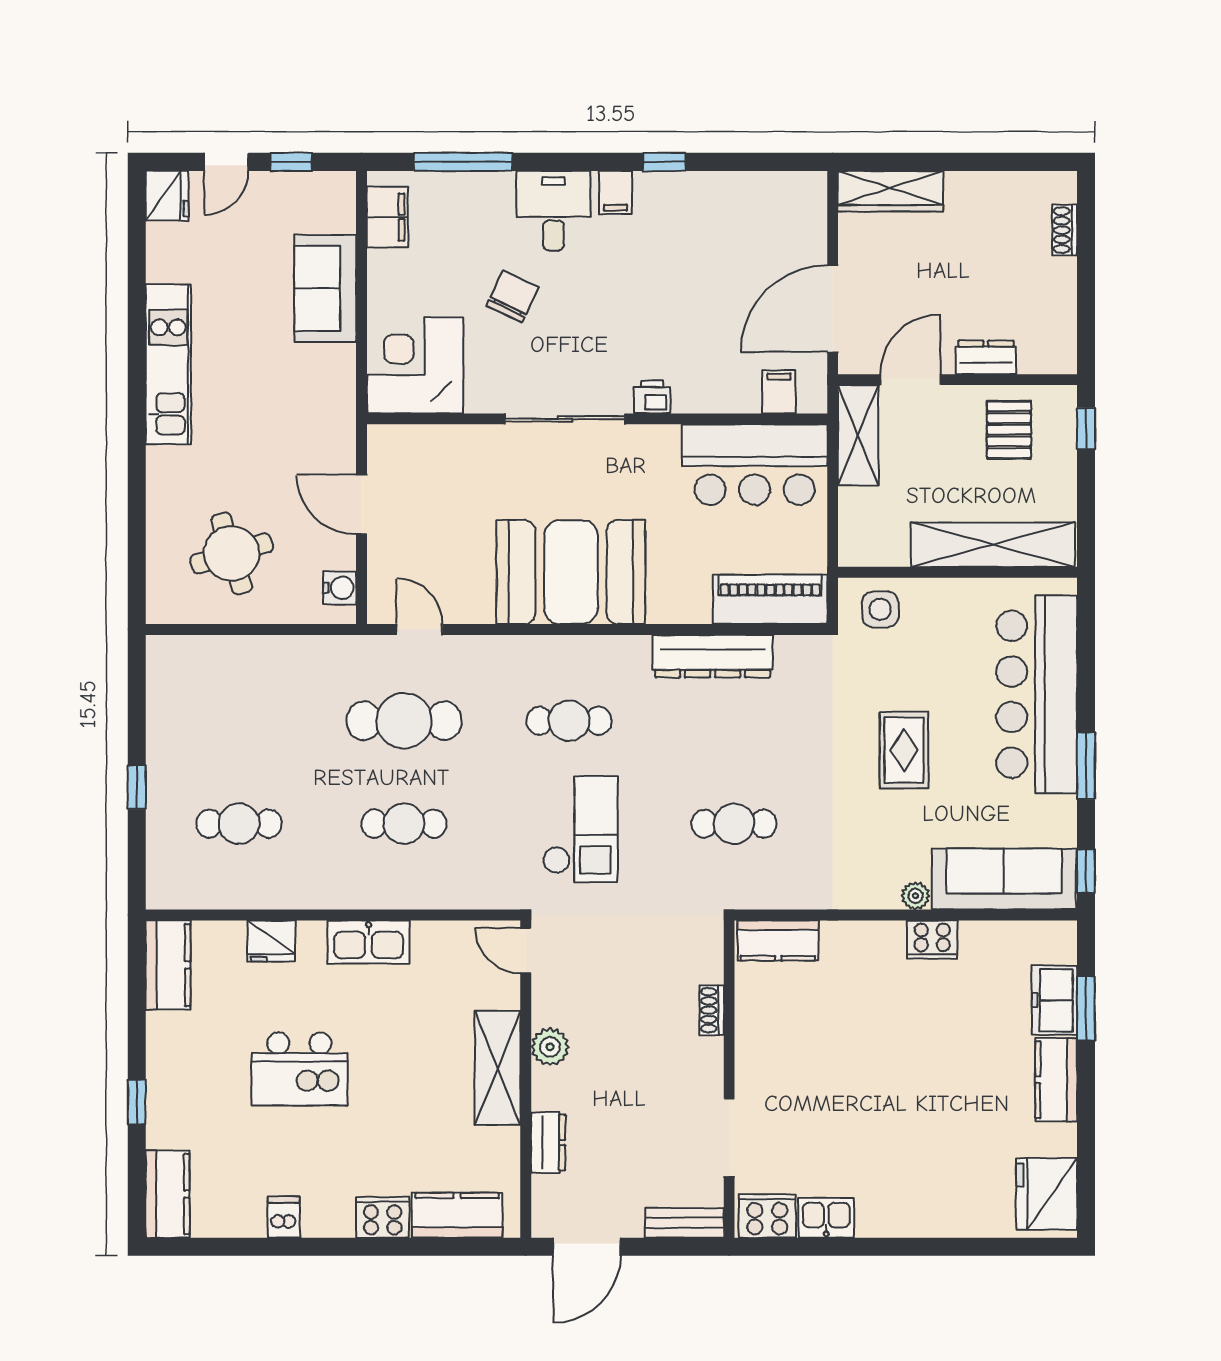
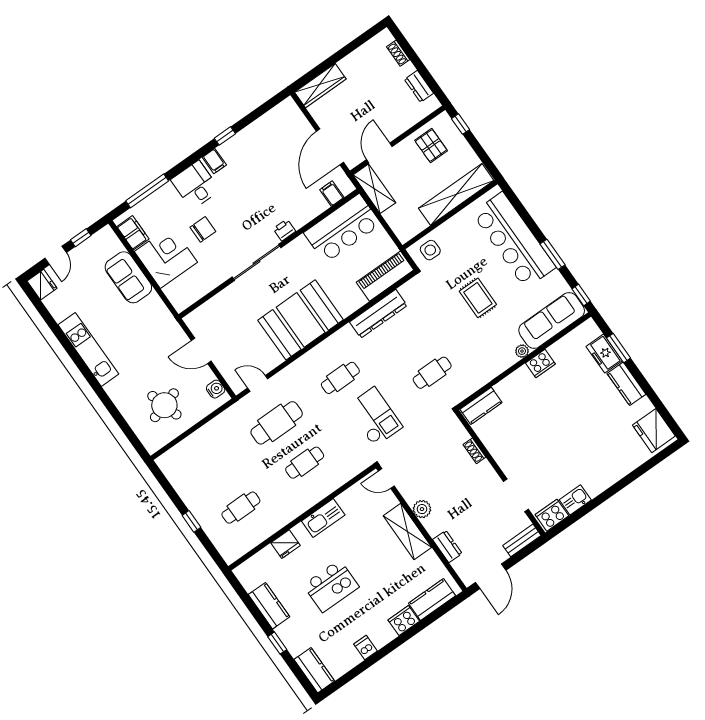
chair: (513, 296) -> (203, 229), turned 65
dresser: (986, 357) -> (419, 86), moved, turned -90
corner desk: (415, 365) -> (166, 257), moved, turned 90
kitchen counter: (168, 965) -> (269, 606), moved

